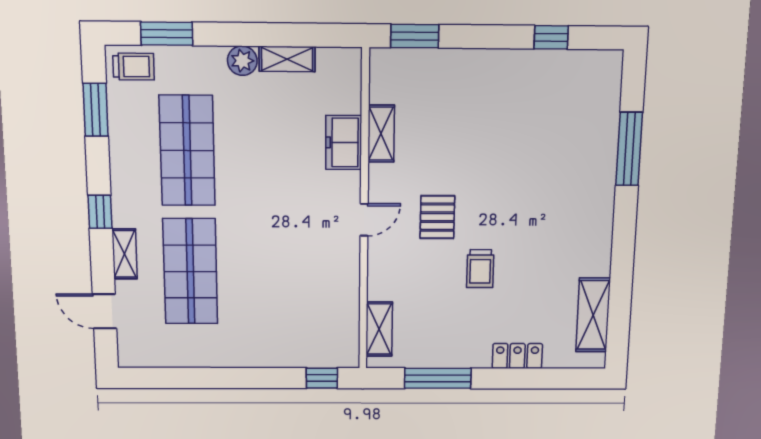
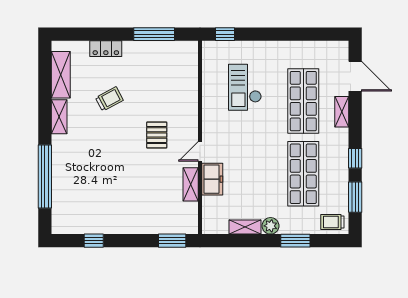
window: (167, 34) -> (295, 241), moved
window: (629, 149) -> (45, 177), width x1.46
window: (100, 212) -> (355, 158), moved
door: (364, 220) -> (200, 151), moved
trolley: (480, 269) -> (109, 99), moved, turned 62
checkout: (289, 294) -> (245, 87), added
door: (104, 311) -> (355, 76), width x1.38
shelving: (379, 329) -> (59, 117), moved

